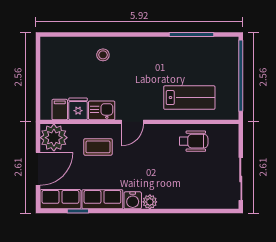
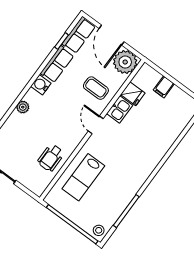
stool: (103, 55) -> (99, 230), moved
filing cabinet: (60, 110) -> (164, 87), moved, turned 90
coffee table: (98, 147) -> (96, 88), turned 90
plant: (150, 202) -> (23, 107), moved

